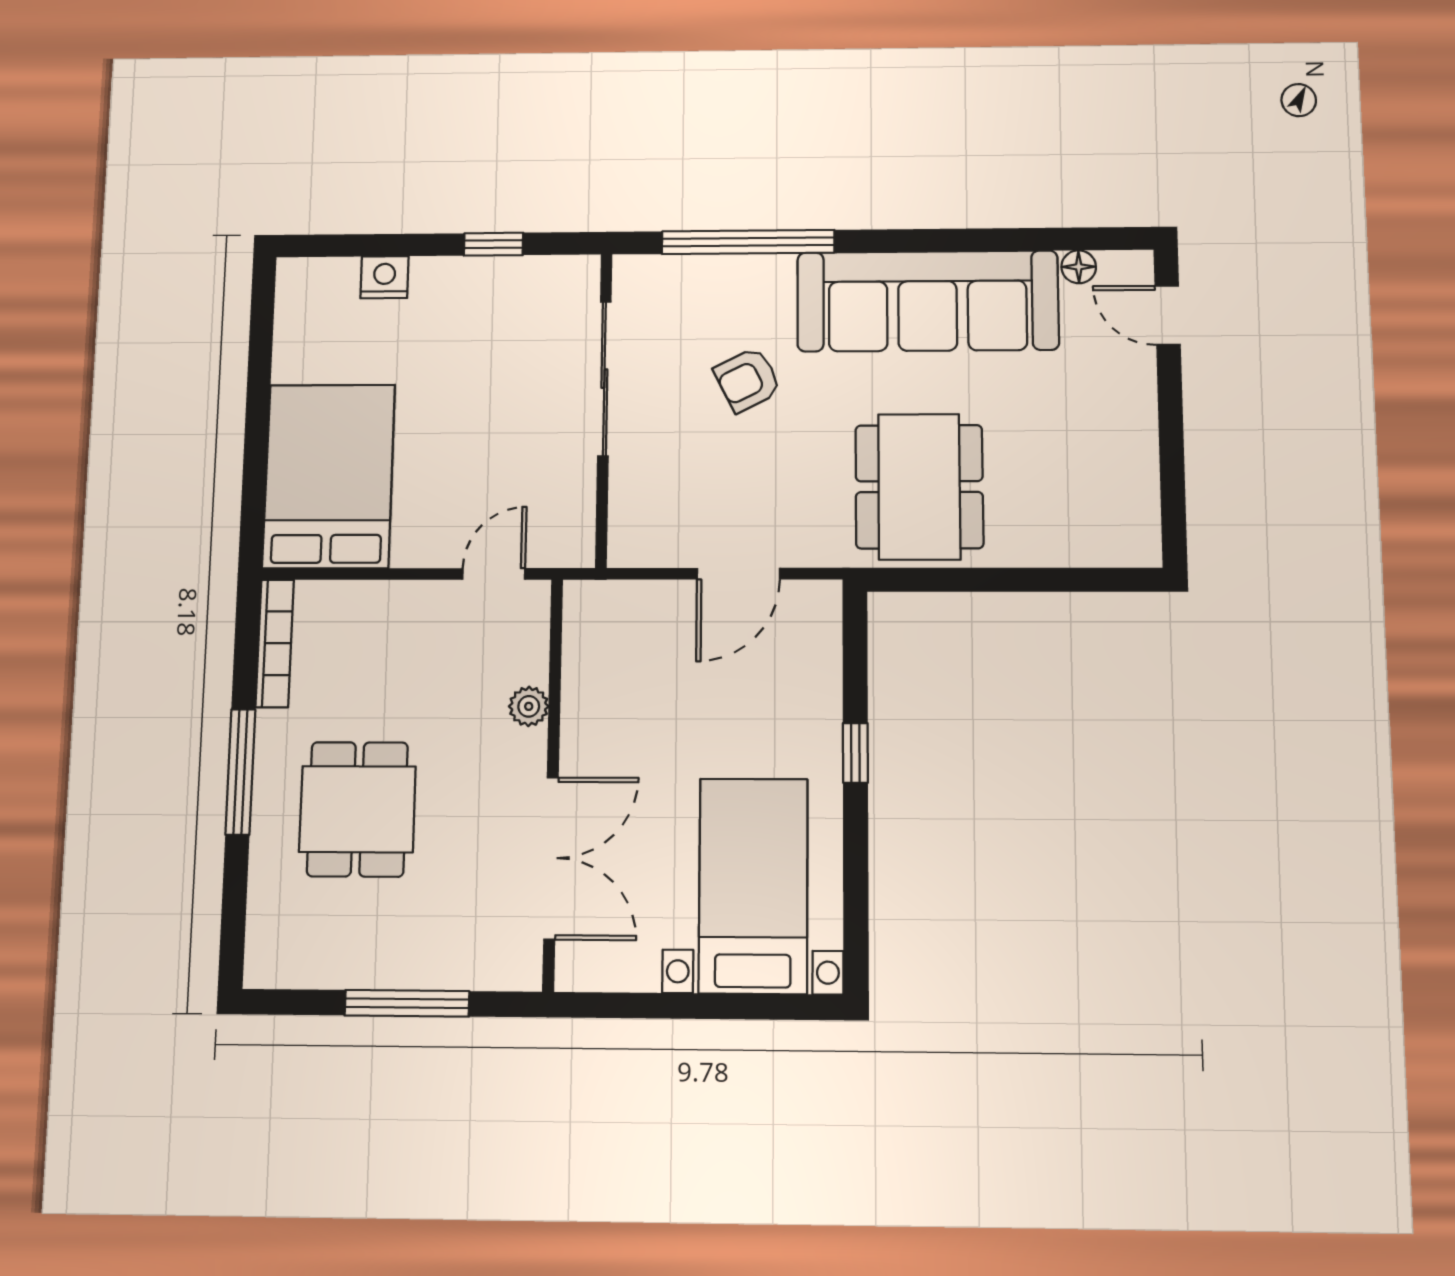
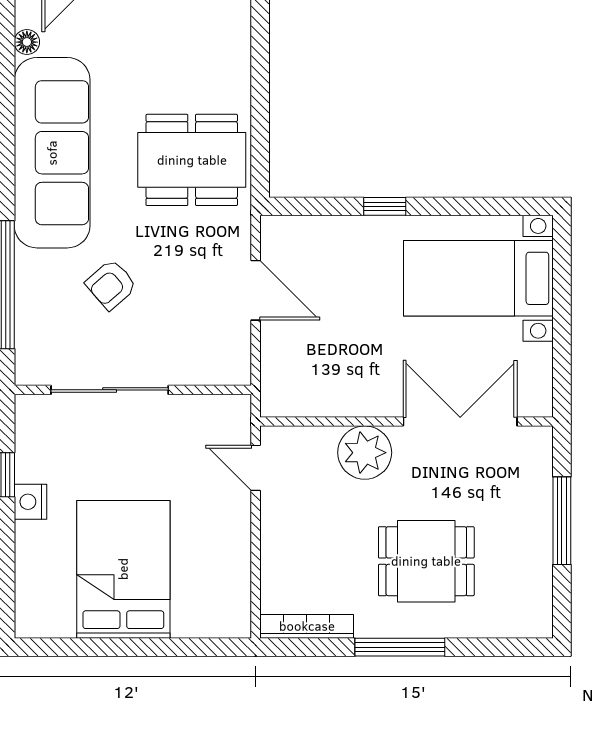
nightstand: (384, 277) -> (30, 502), moved
armchair: (748, 380) -> (111, 285), turned 76
bed: (329, 476) -> (123, 569), moved, turned 90
plant: (529, 706) -> (365, 453), width x1.88, depth x1.88

